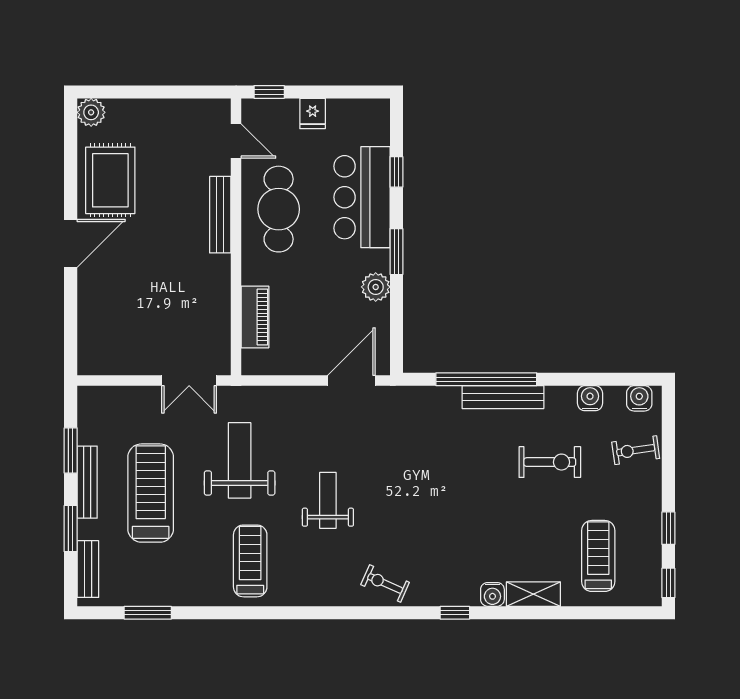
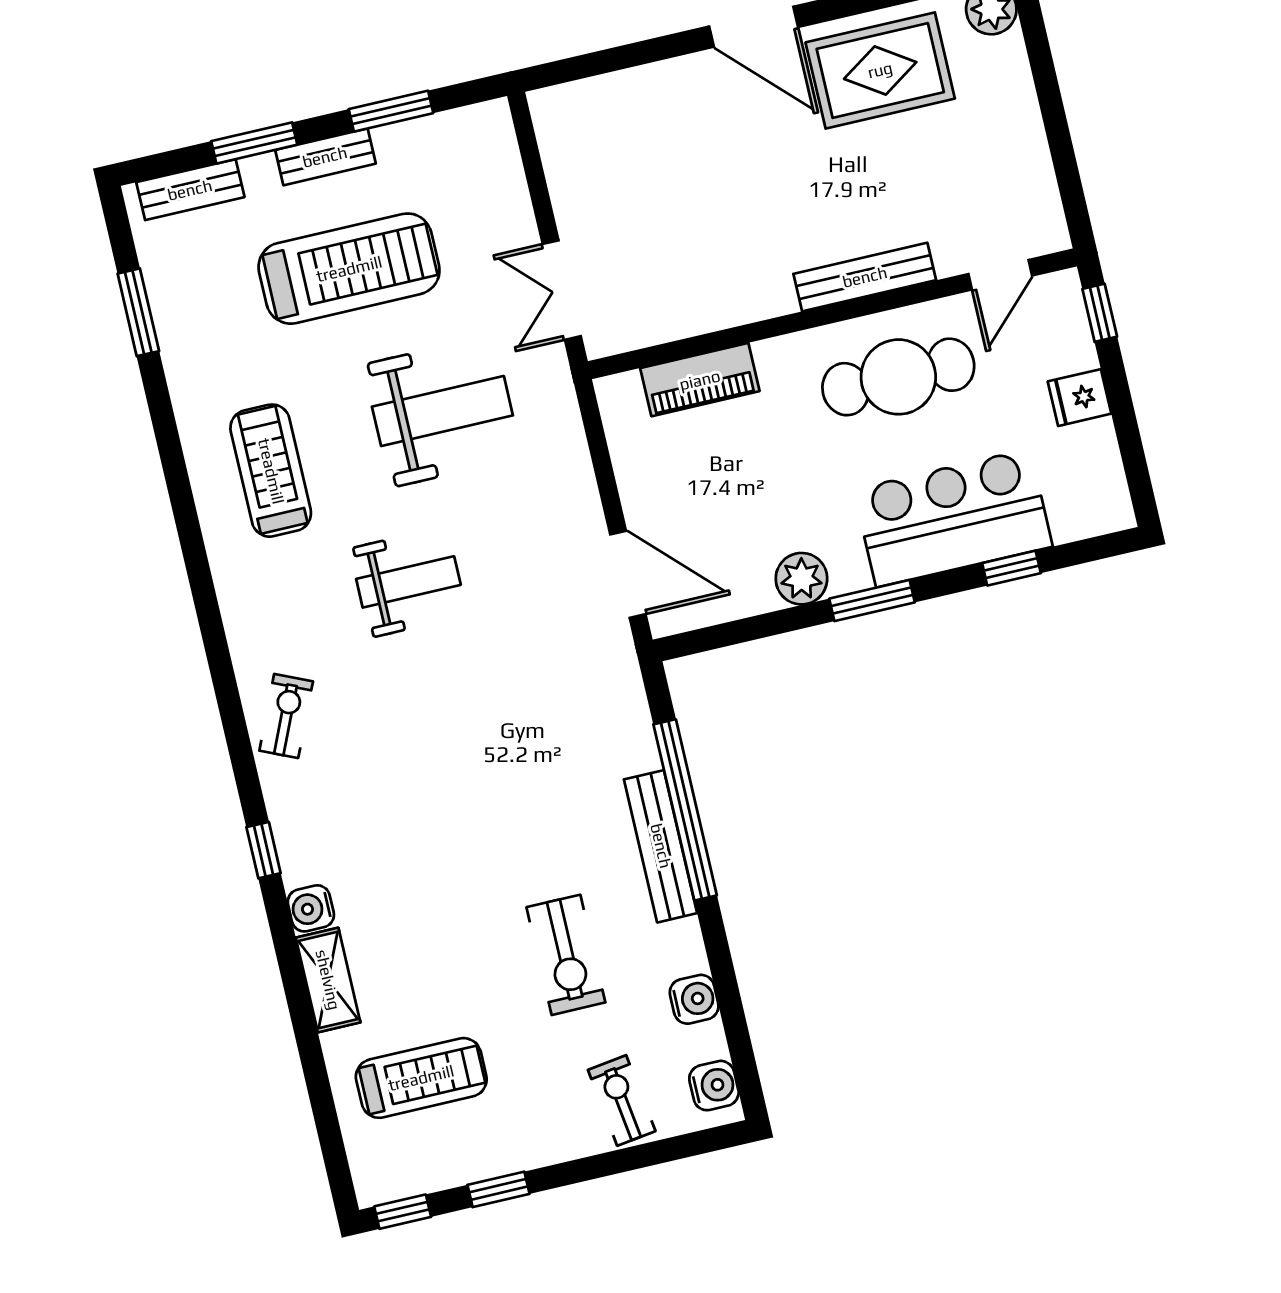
bench: (87, 482) -> (325, 157), width x0.73
treadmill: (250, 561) -> (271, 471), turned -90

